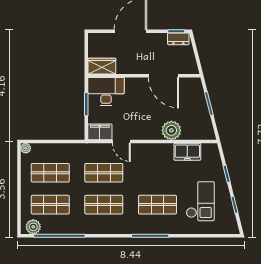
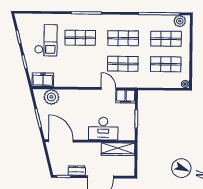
dresser: (178, 39) -> (77, 171), moved
wardrobe: (102, 66) -> (118, 149), width x1.50
door: (163, 76) -> (61, 141), moved
desk: (106, 92) -> (103, 129), moved
plant: (171, 130) -> (51, 97), moved
freezer: (187, 152) -> (43, 80), moved
checkout: (200, 201) -> (46, 40), turned 180

